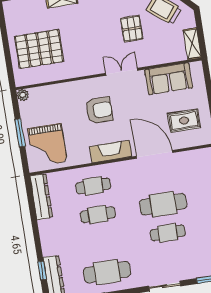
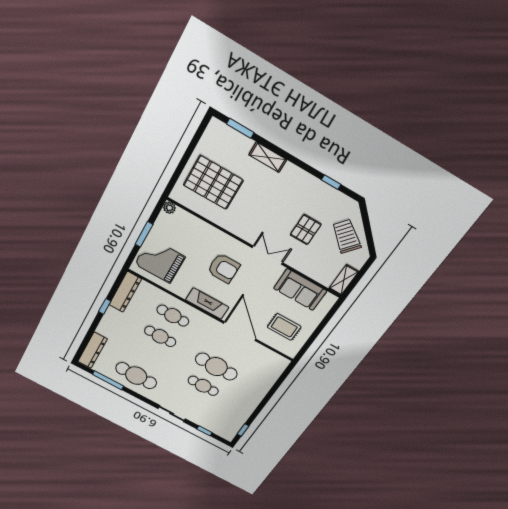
grand piano: (48, 145) -> (160, 261), turned 90
window: (42, 271) -> (105, 306), moved

